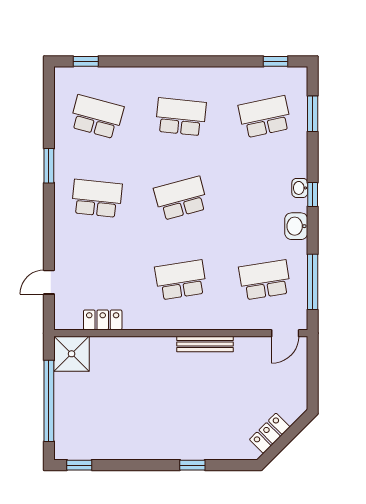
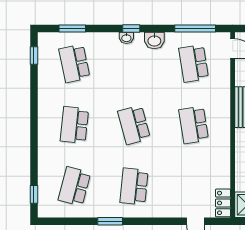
locker: (103, 320) -> (223, 203), moved

